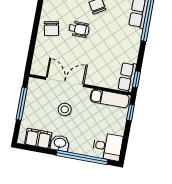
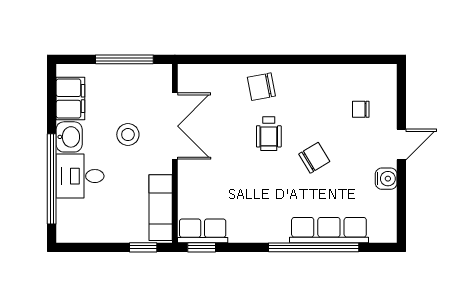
desk: (108, 146) -> (80, 176), moved, turned 90

